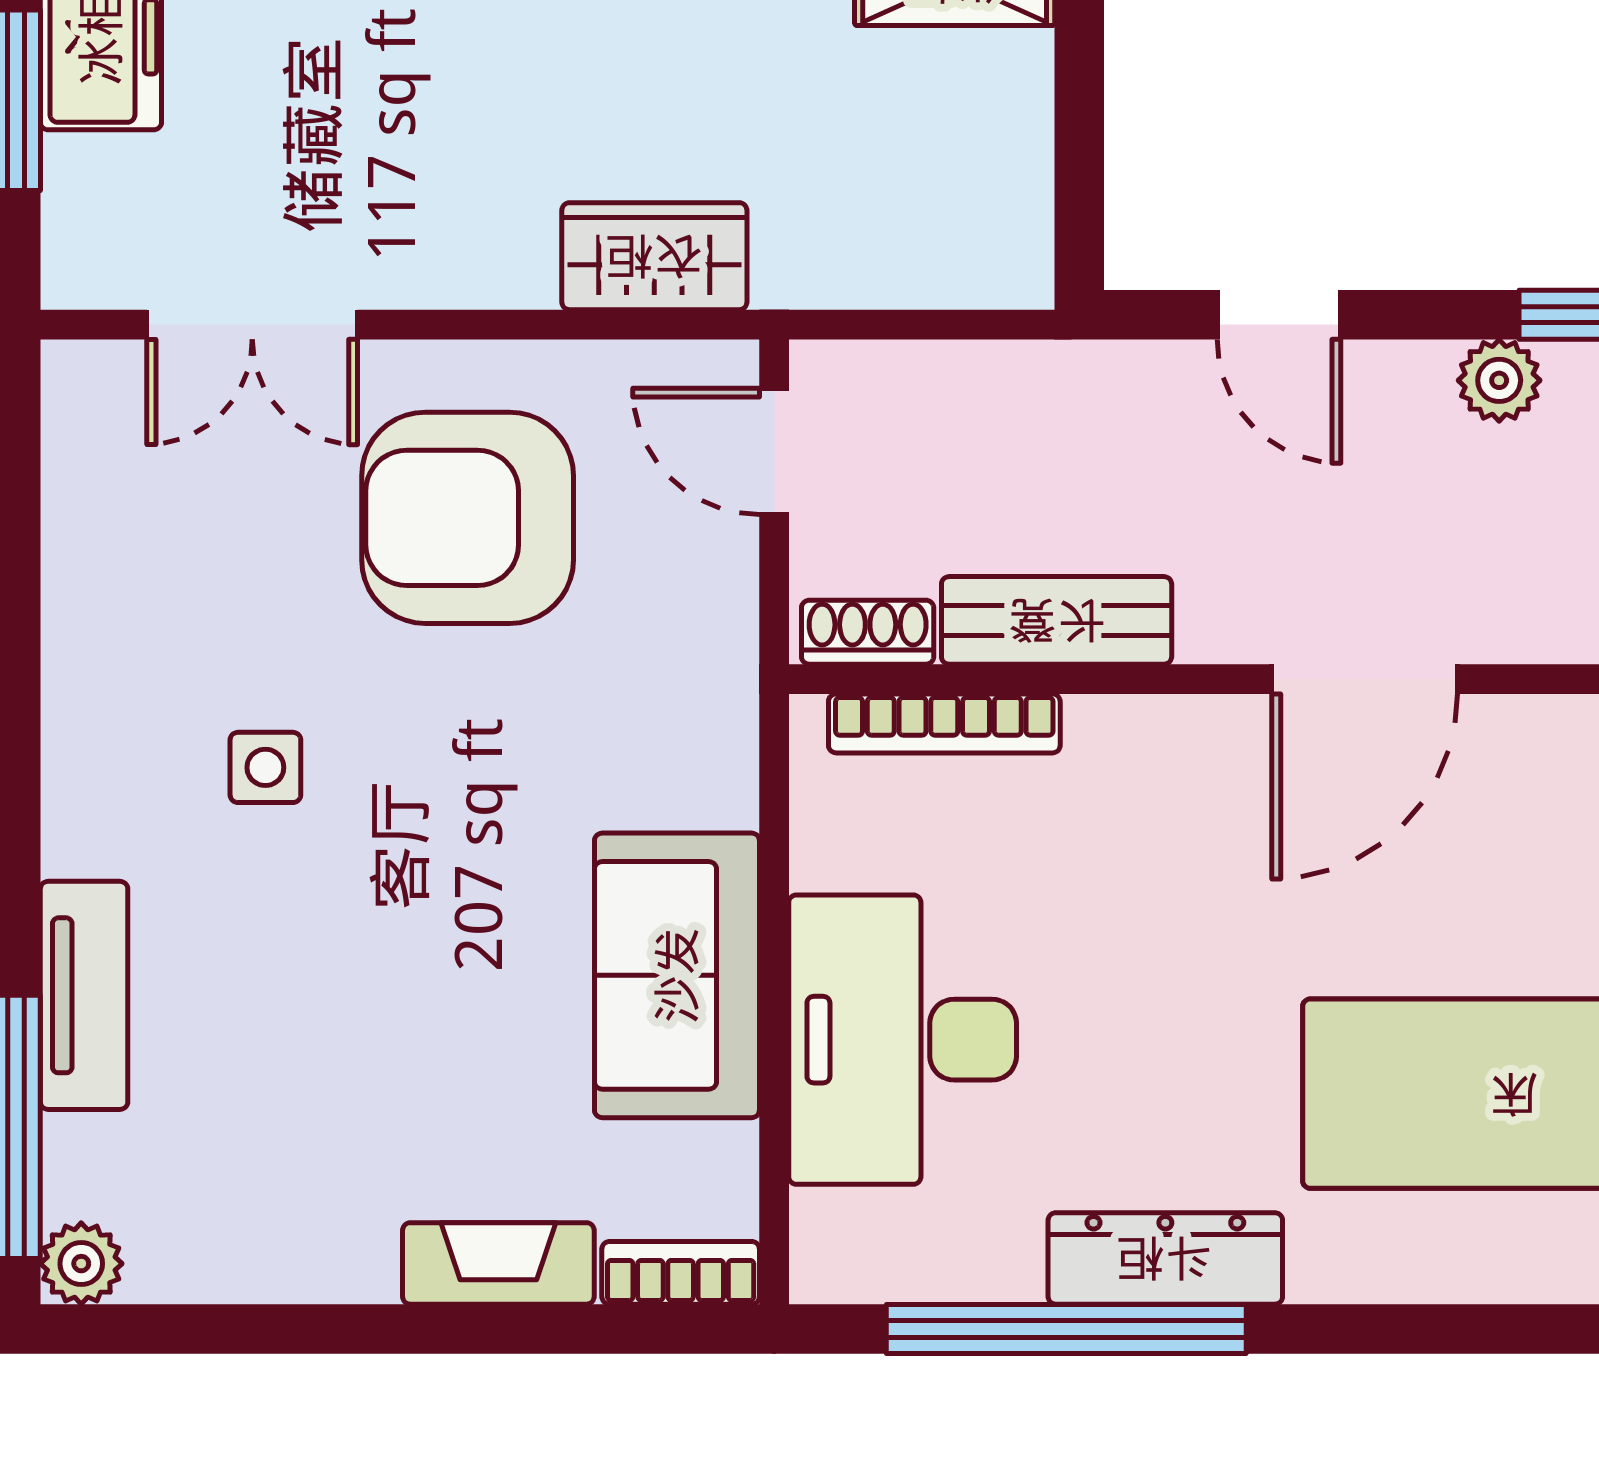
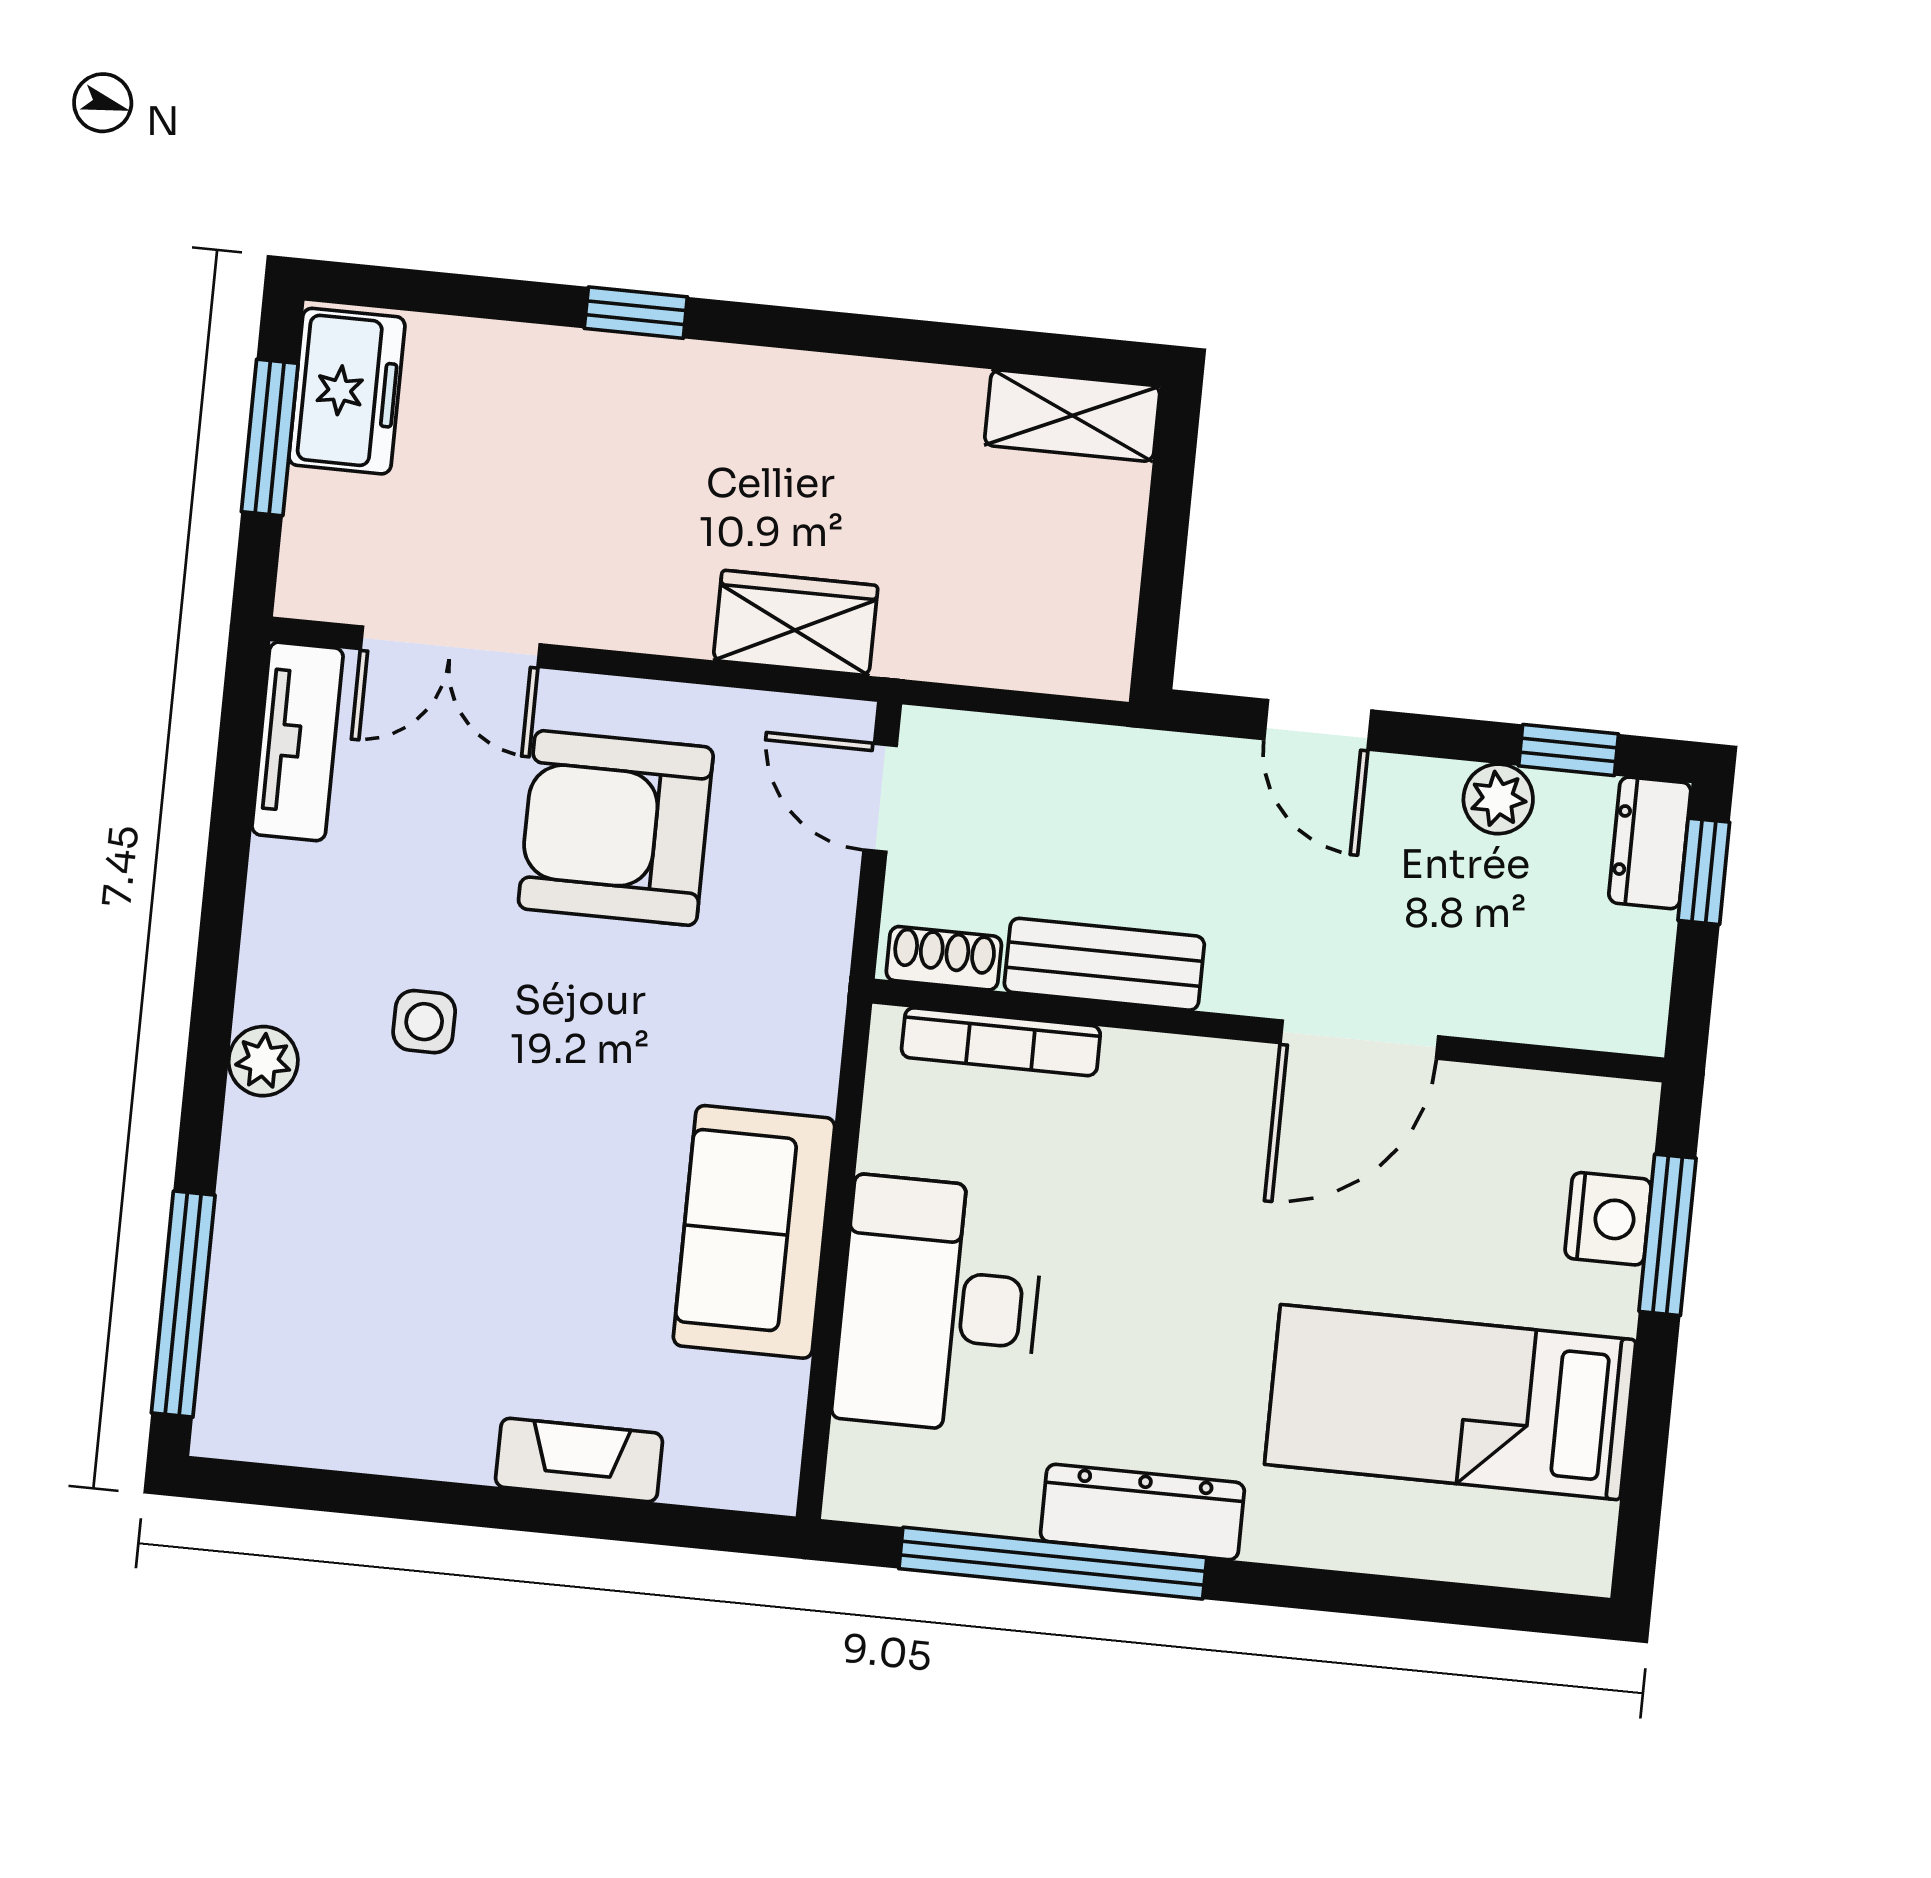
tv unit: (84, 995) -> (298, 741), moved
plant: (81, 1264) -> (263, 1061), moved
bookcase: (681, 1273) -> (732, 1483), removed

